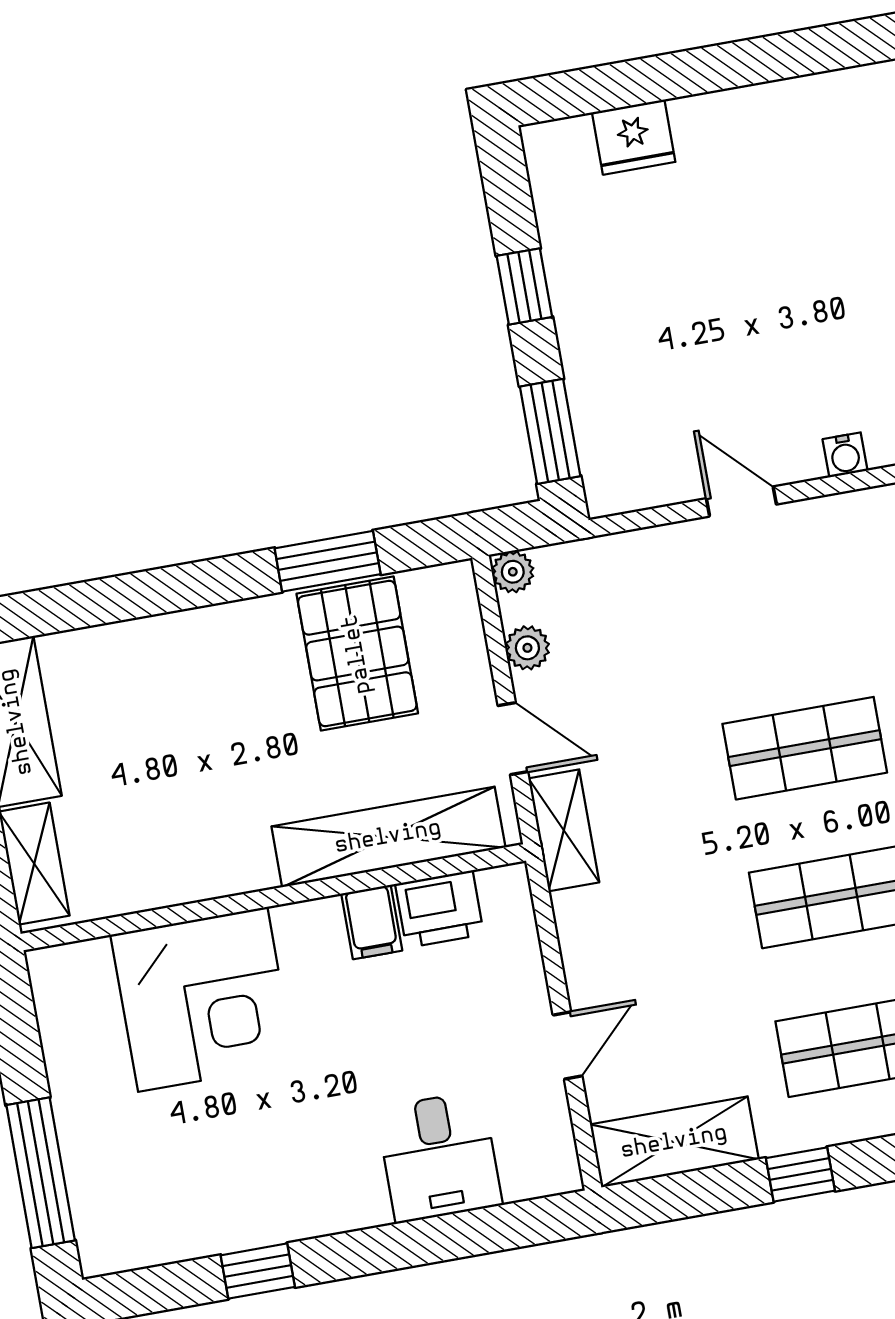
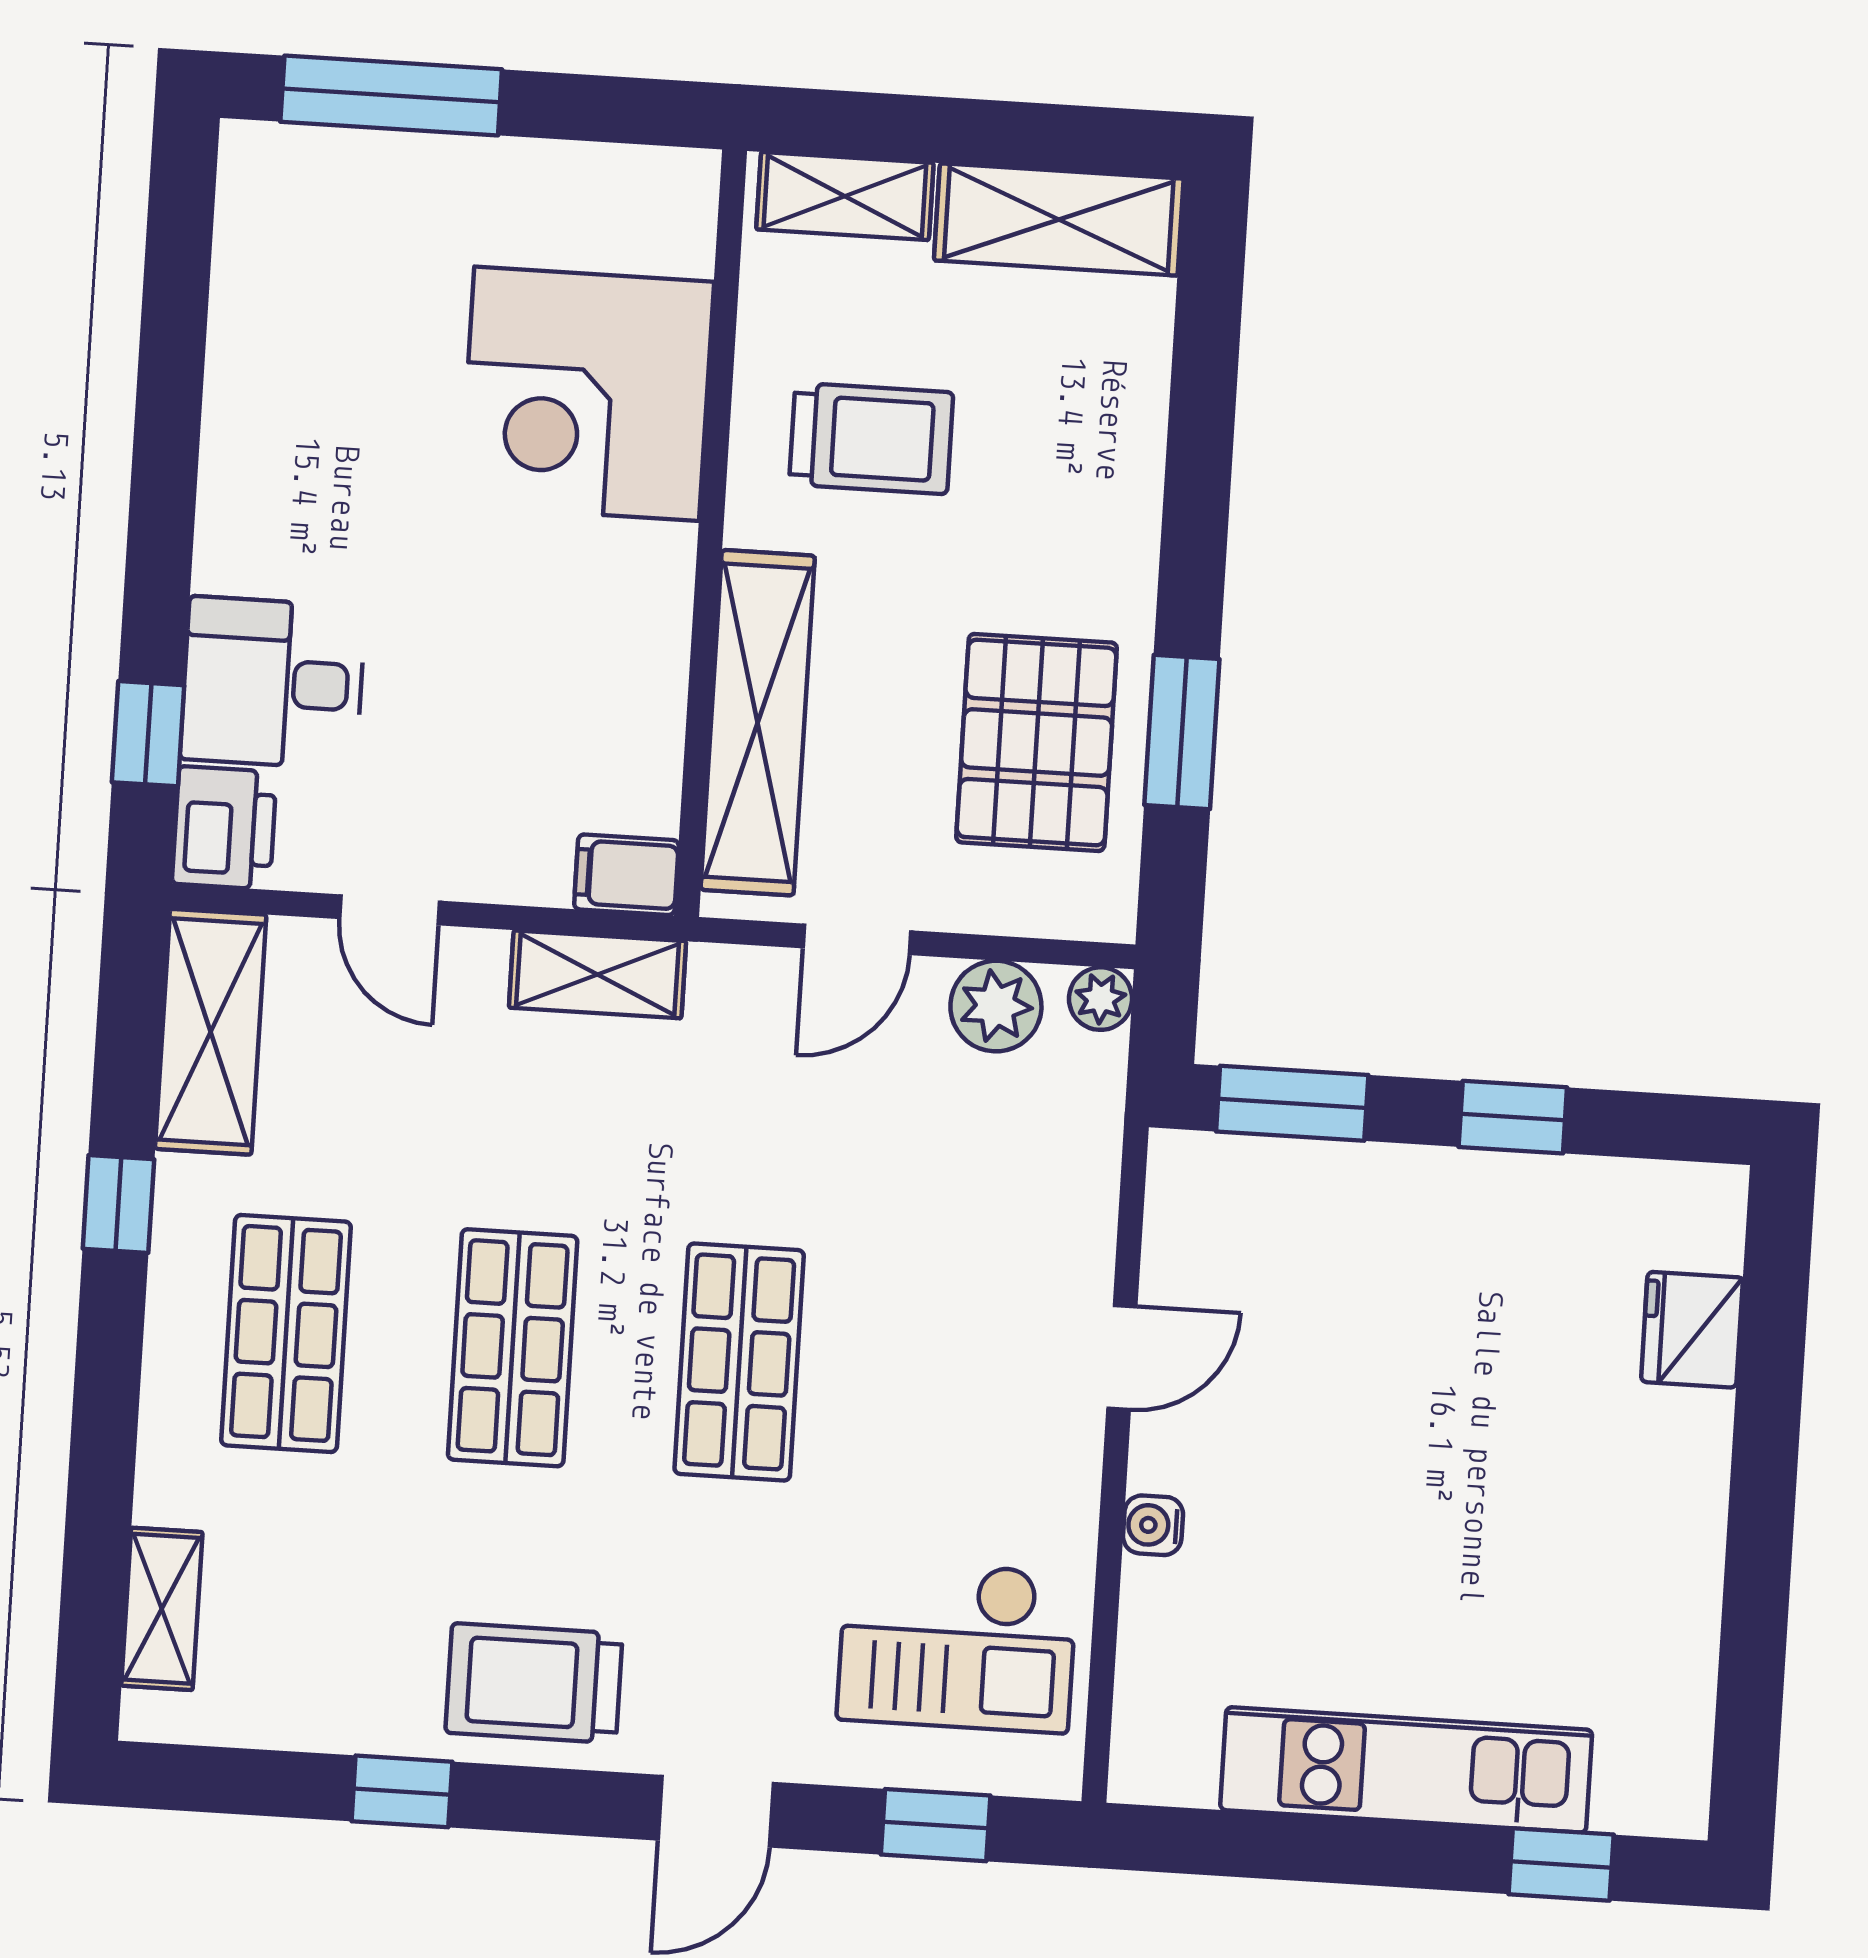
plant: (527, 648) -> (996, 1006), width x1.38, depth x1.38
pallet: (357, 654) -> (1037, 742), turned 90
trolley: (187, 808) -> (871, 438), added
shelving: (564, 830) -> (598, 974), moved
printer: (439, 909) -> (224, 828), moved, turned 180
filing cabinet: (372, 922) -> (626, 875), moved
window: (258, 1271) -> (148, 734), moved

